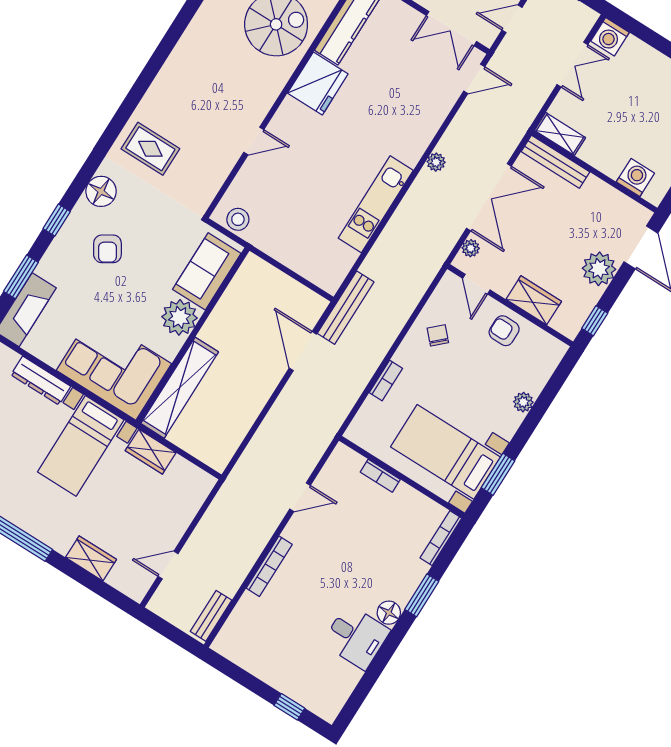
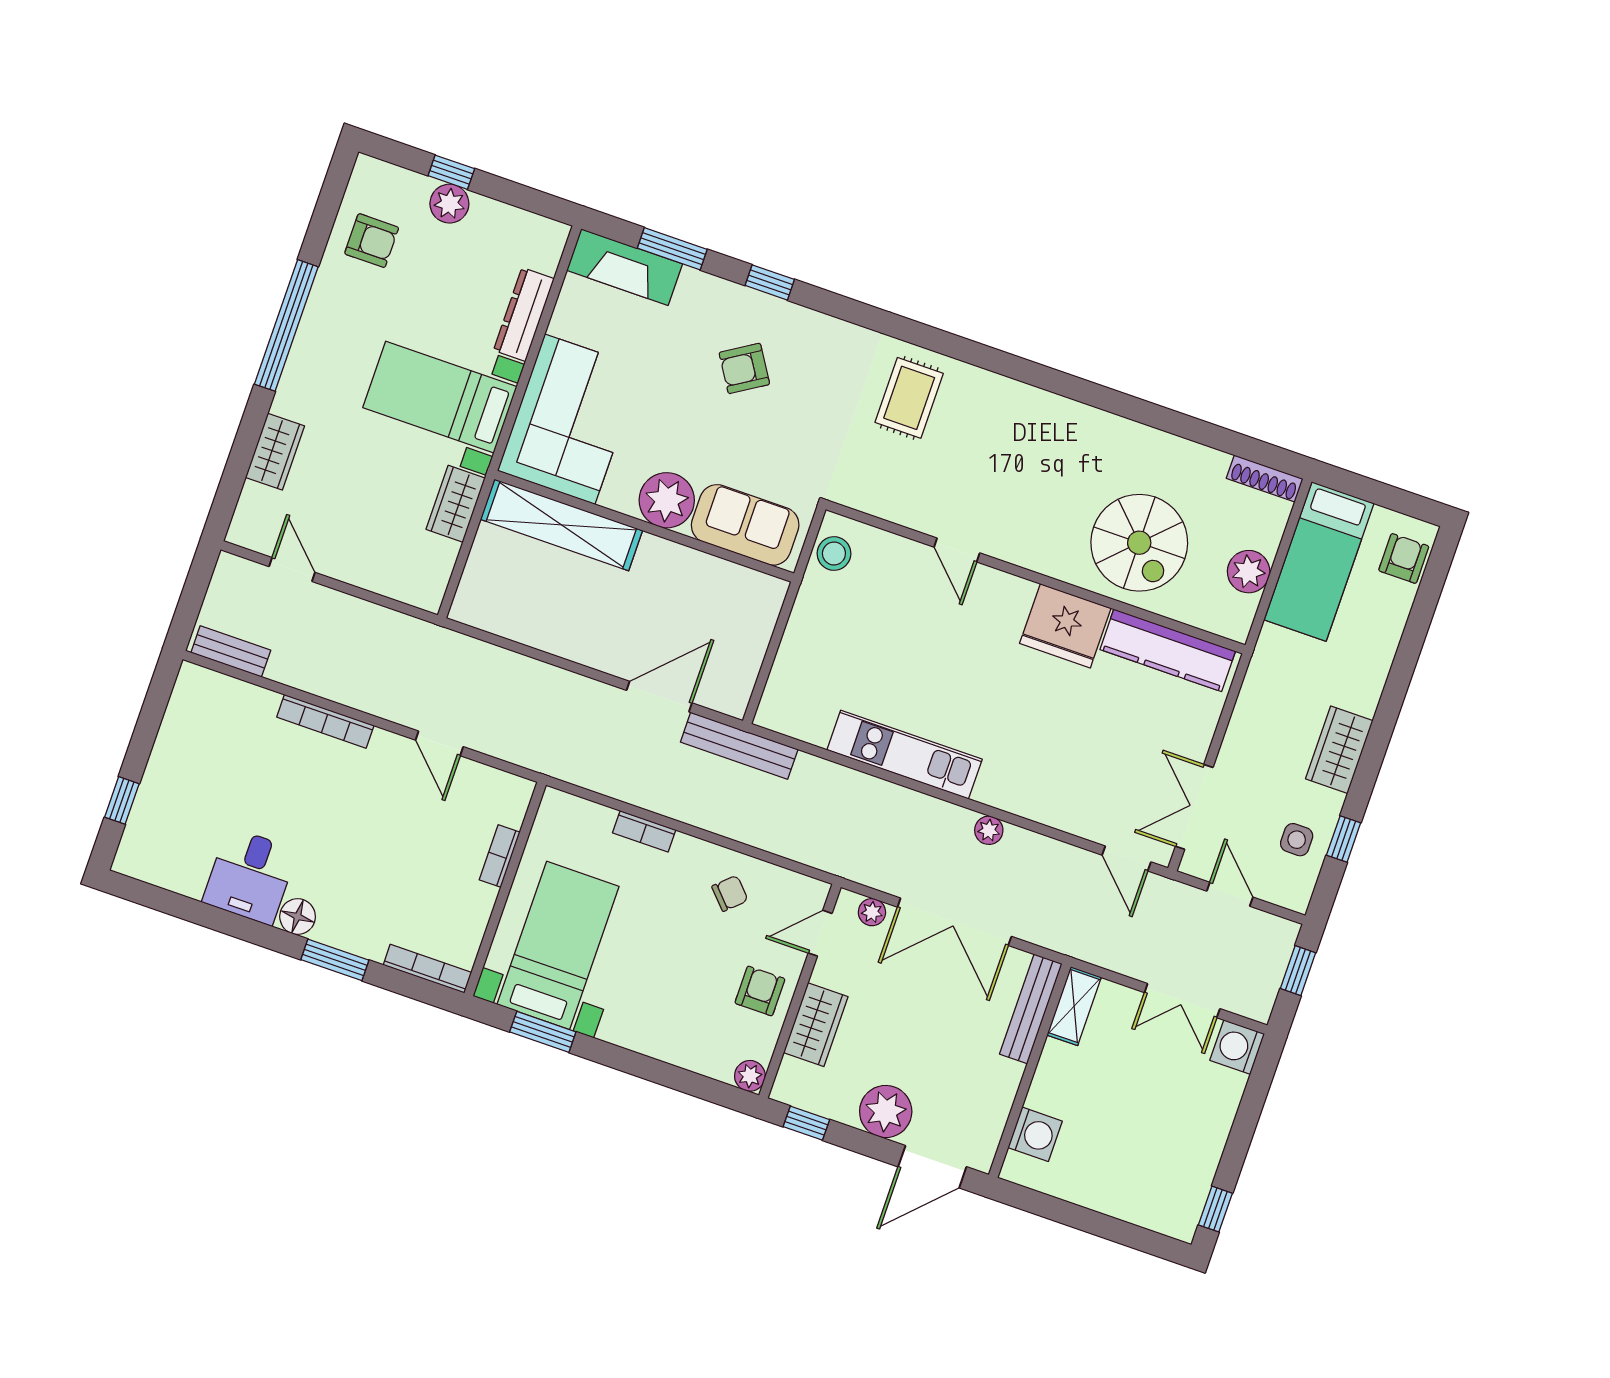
floor lamp: (101, 191) -> (828, 339), removed
plant: (523, 402) -> (750, 1076), moved

